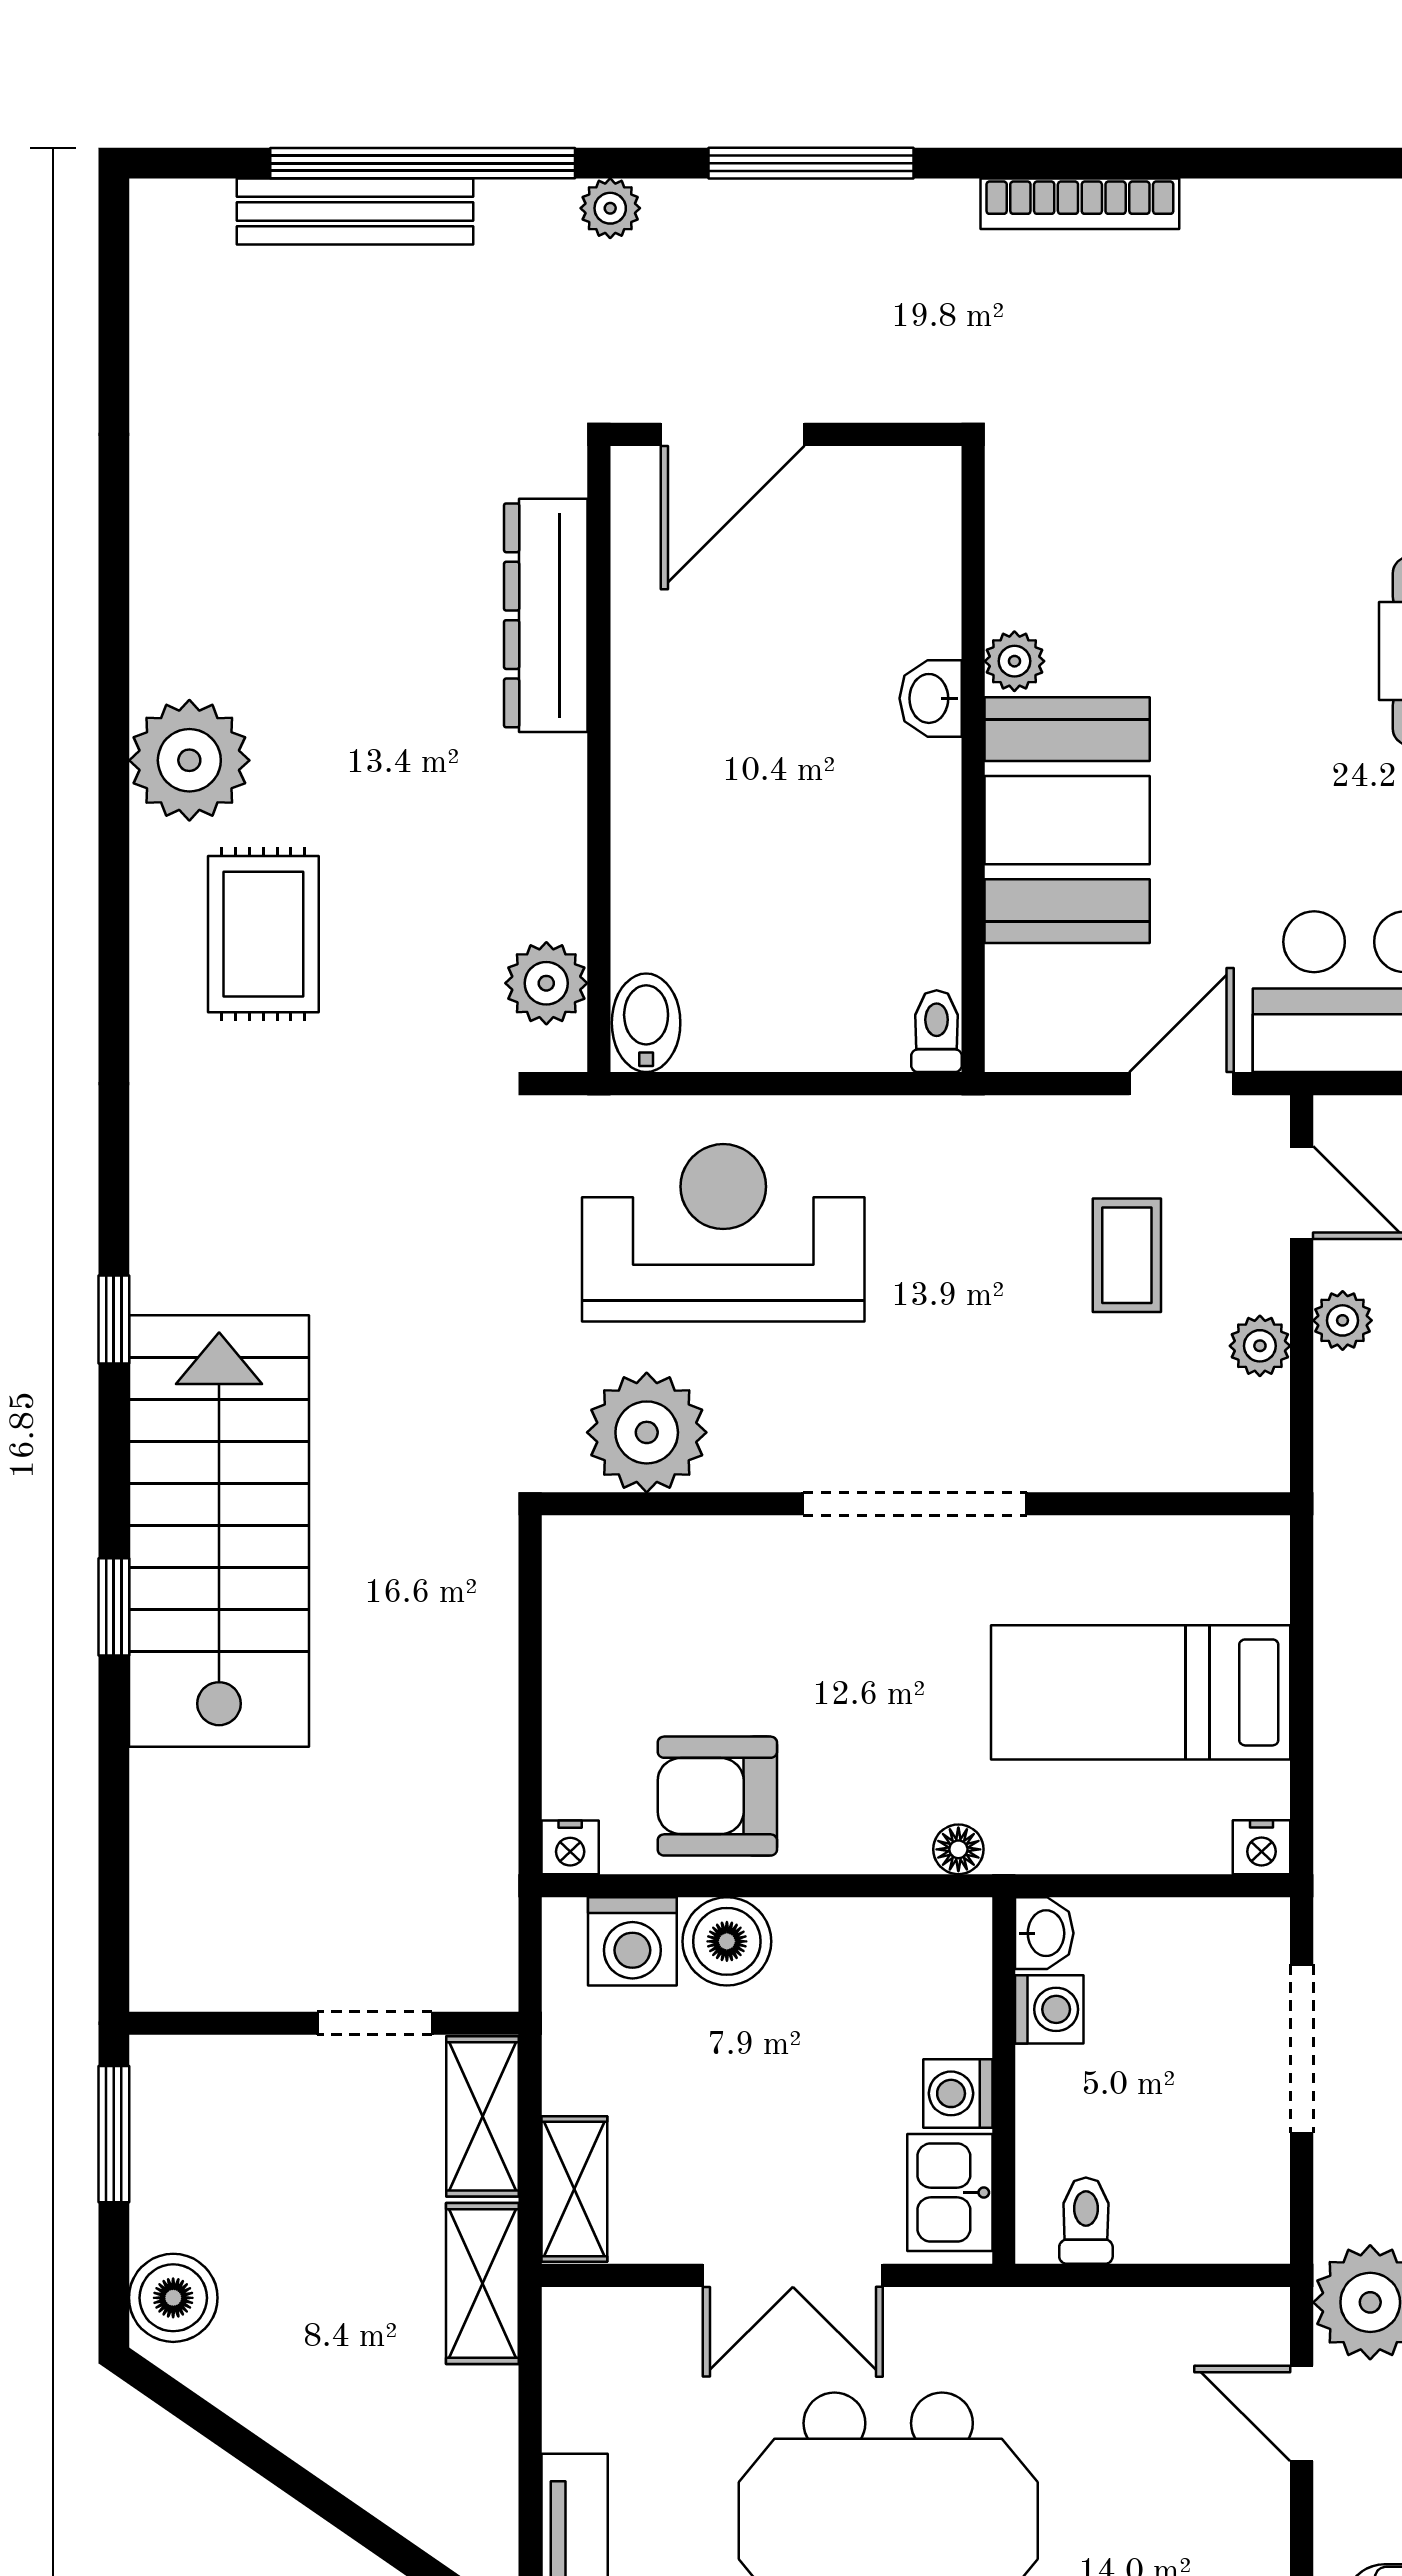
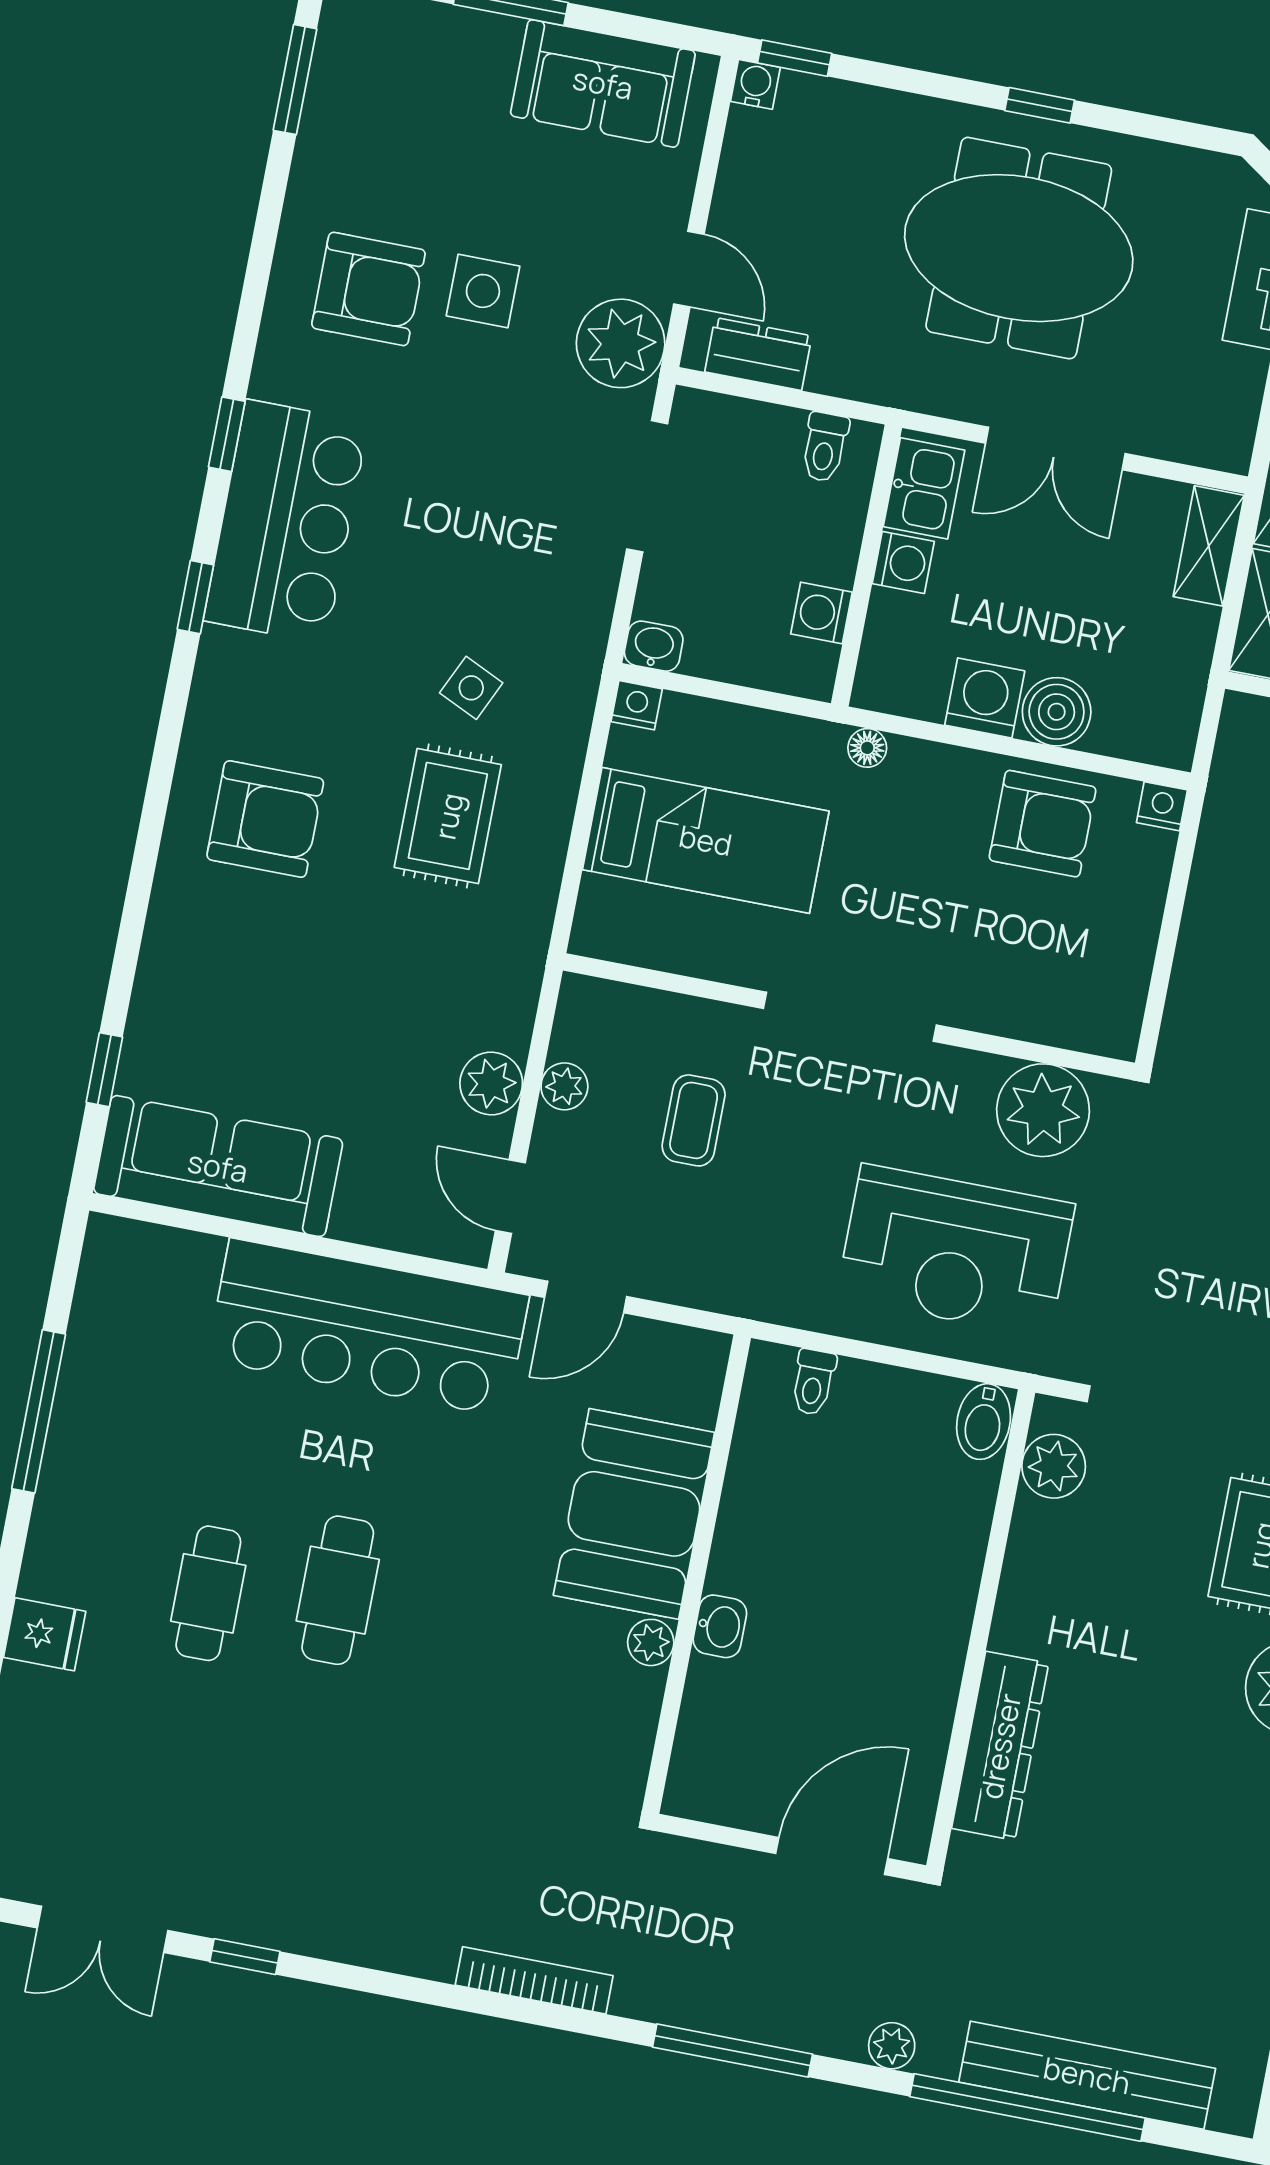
bench: (355, 211) -> (1087, 2075), width x1.37, depth x1.21
toilet: (937, 1031) -> (813, 1382), moved
coffee table: (1127, 1255) -> (694, 1120), moved
plant: (1343, 1320) -> (491, 1084), width x1.38, depth x1.38
washbasin: (1044, 1933) -> (654, 646), moved, turned 90
washing machine: (632, 1941) -> (985, 698), moved
doorway: (1302, 2049) -> (647, 486), moved
double door: (793, 2275) -> (1055, 448), swing flipped
dresser: (1193, 2323) -> (758, 354), added

